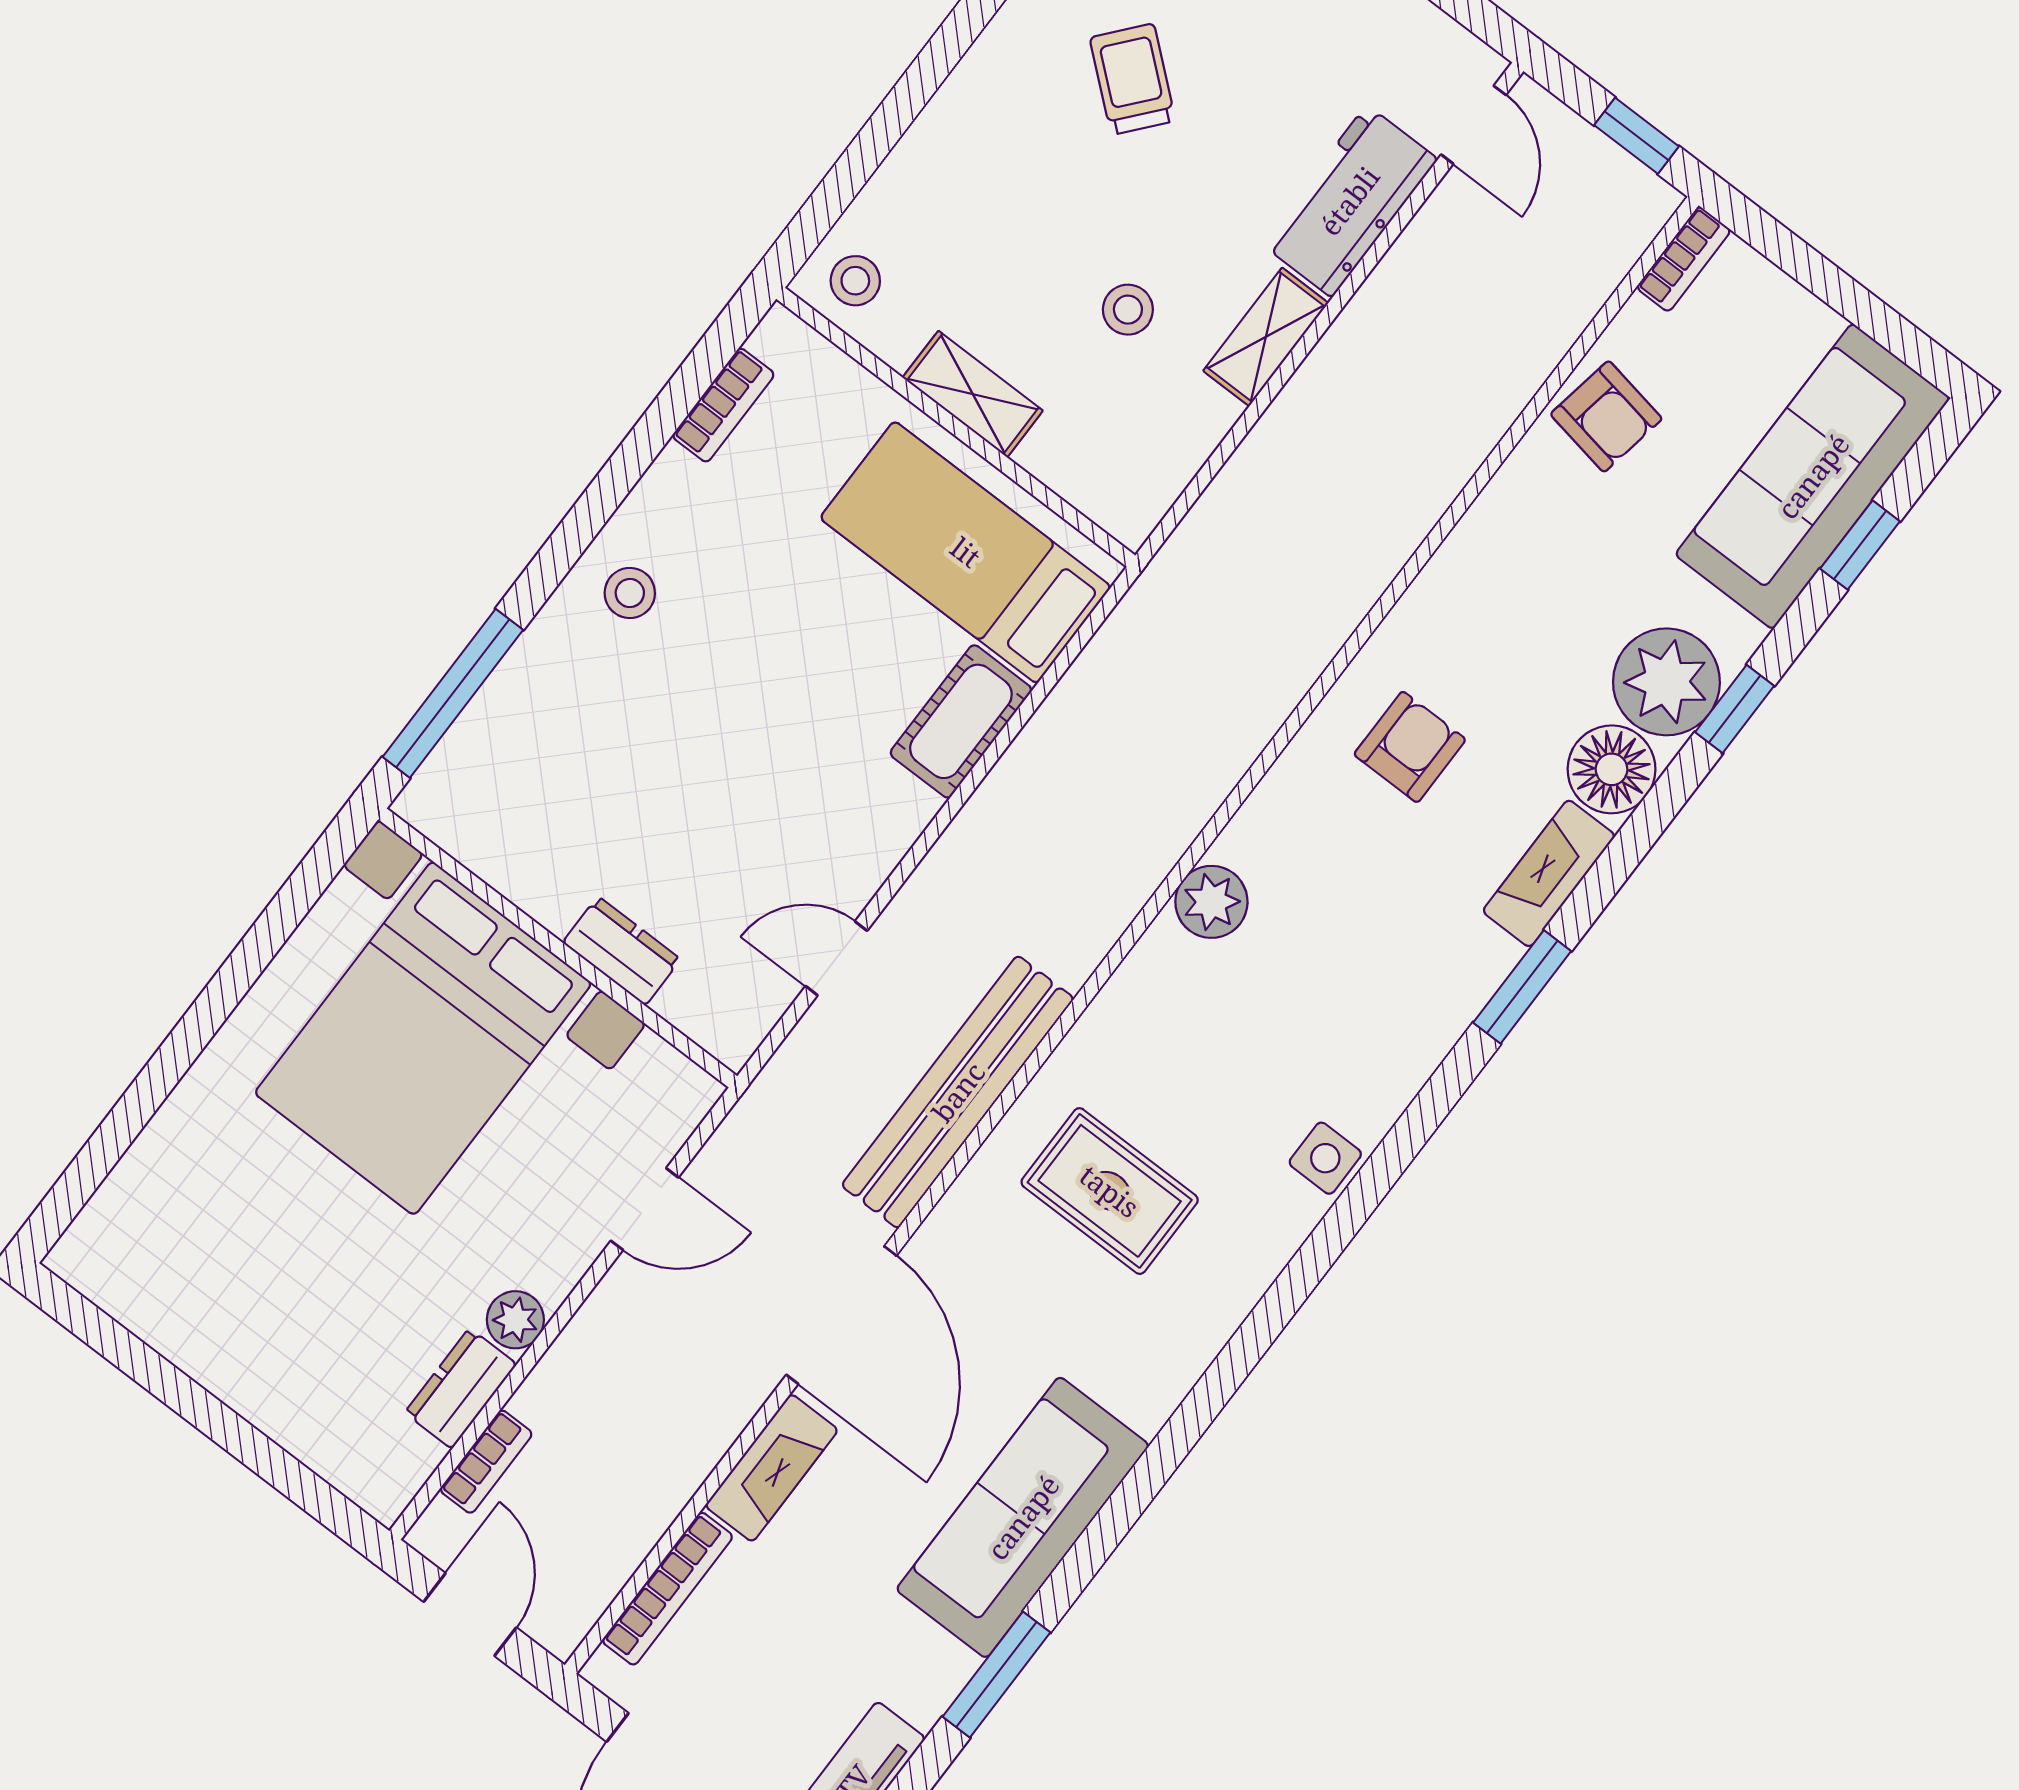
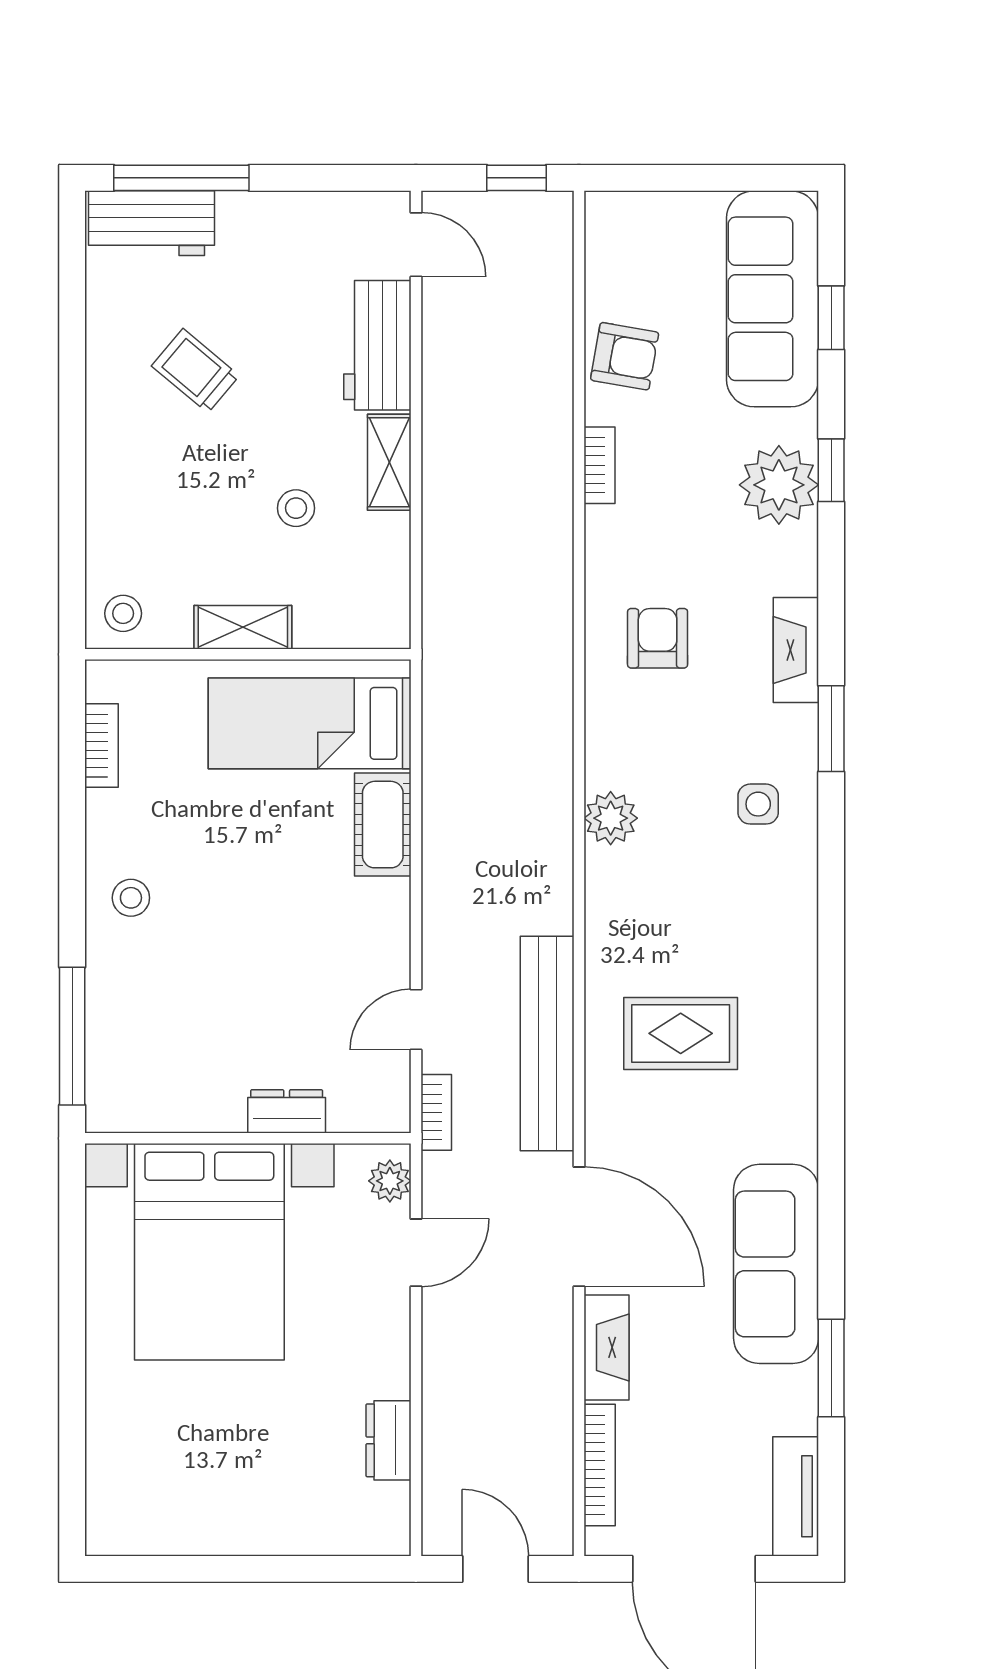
bookcase: (1684, 259) -> (599, 465), moved
floor lamp: (1612, 769) -> (786, 561), removed
side table: (1325, 1158) -> (758, 804), moved
plant: (515, 1320) -> (390, 1181), moved
bookcase: (486, 1462) -> (436, 1112), moved

